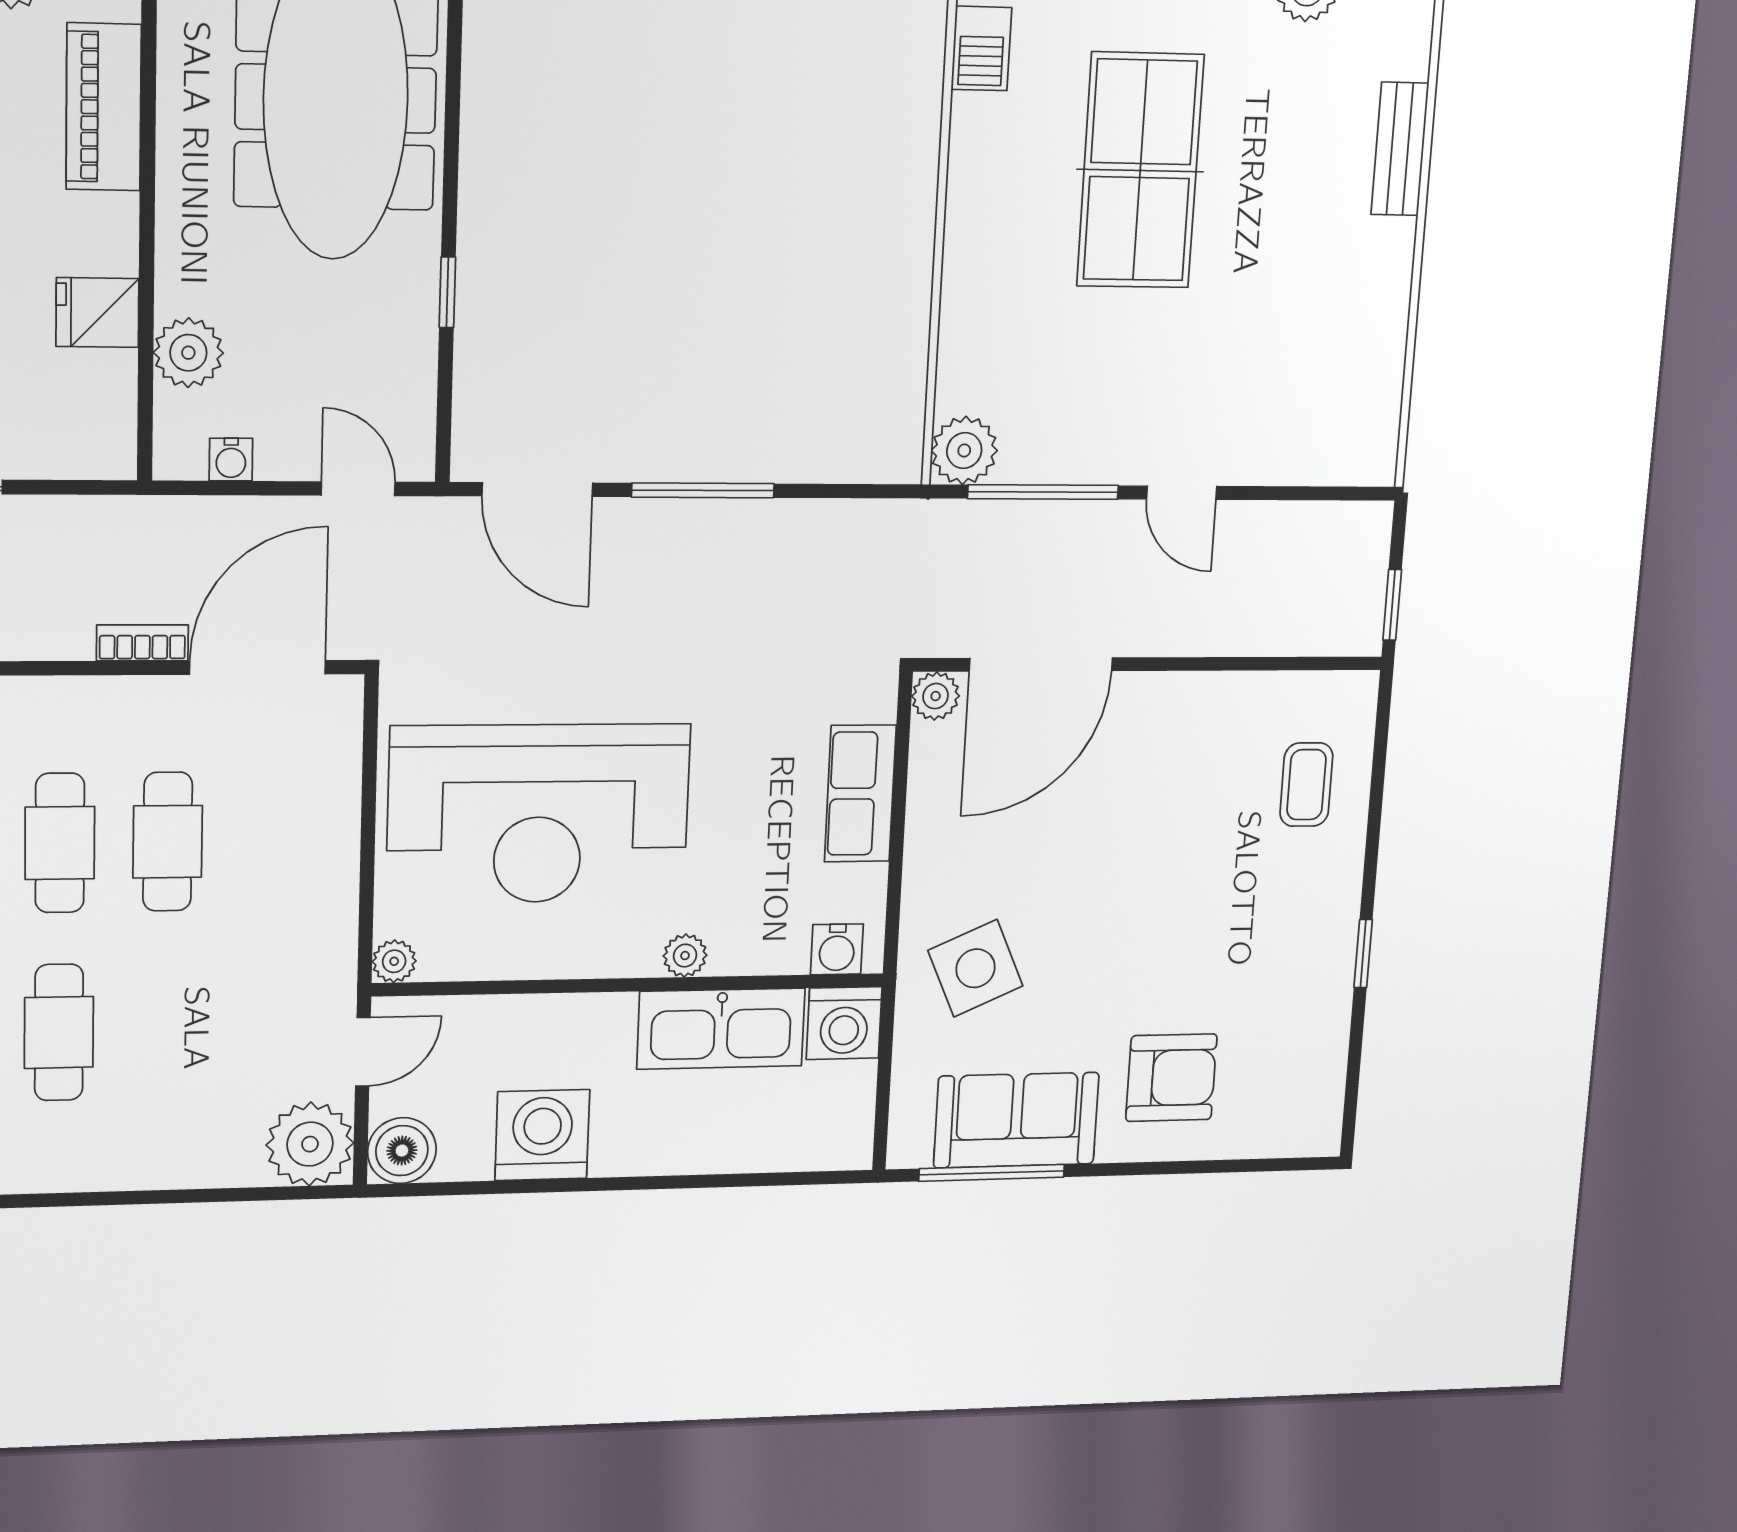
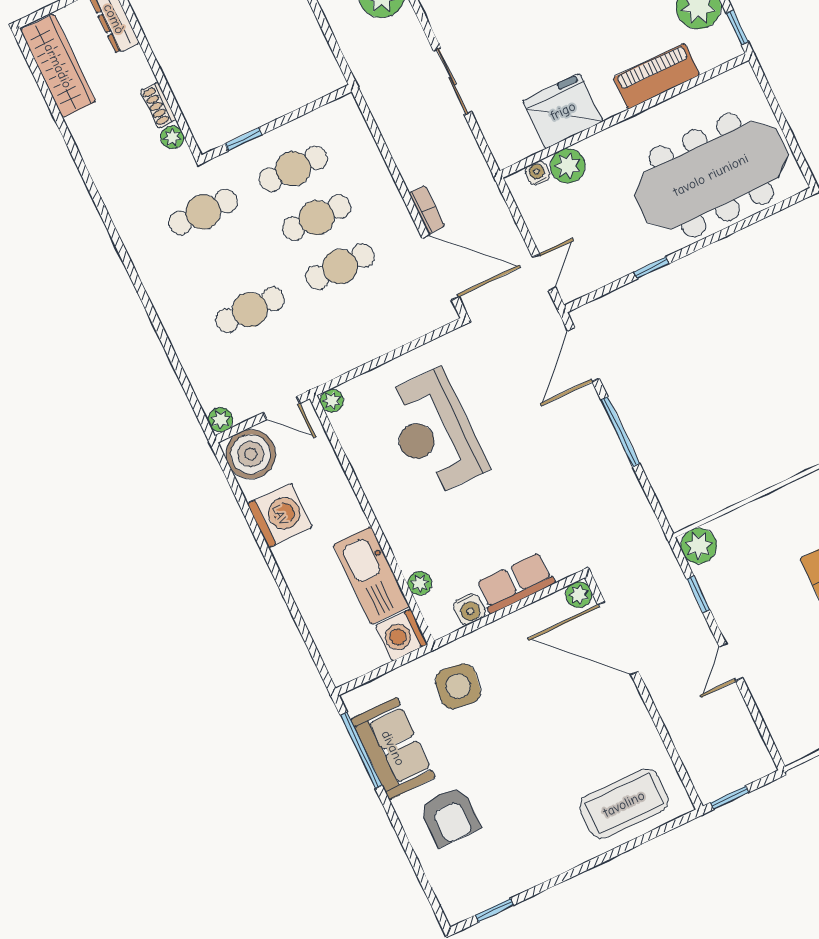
fridge: (97, 313) -> (563, 111), width x1.88, depth x1.34
water cooler: (231, 460) -> (537, 173), moved, turned 90
window: (1043, 492) -> (698, 594), width x0.46
coffee table: (1306, 785) -> (624, 804), width x1.86, depth x1.72
reception desk: (538, 814) -> (434, 433), width x0.74, depth x0.77
water cooler: (837, 949) -> (469, 609), moved, turned -90
window: (1363, 954) -> (495, 910), moved
plant: (685, 956) -> (420, 583), moved
side table: (975, 968) -> (458, 686), turned 32
cafe table: (59, 1032) -> (250, 310), moved
plant: (310, 1144) -> (220, 420), width x0.53, depth x0.53
boiler: (402, 1151) -> (251, 454), width x1.37, depth x1.37

